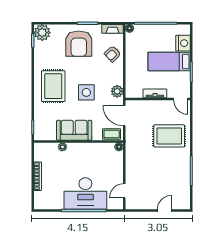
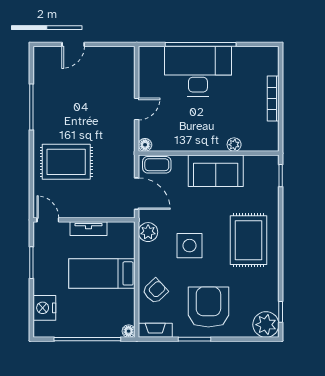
bed: (169, 61) -> (102, 273), moved, turned 180
side table: (86, 92) -> (190, 246), moved
door: (124, 191) -> (137, 109), moved

